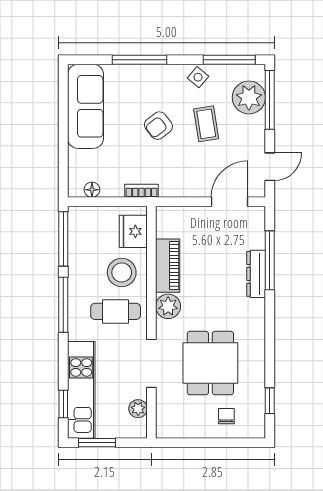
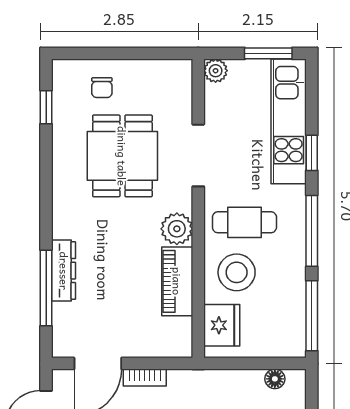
bookcase: (142, 191) -> (145, 378), moved
window: (63, 404) -> (312, 153), moved
plant: (138, 409) -> (216, 71), moved

